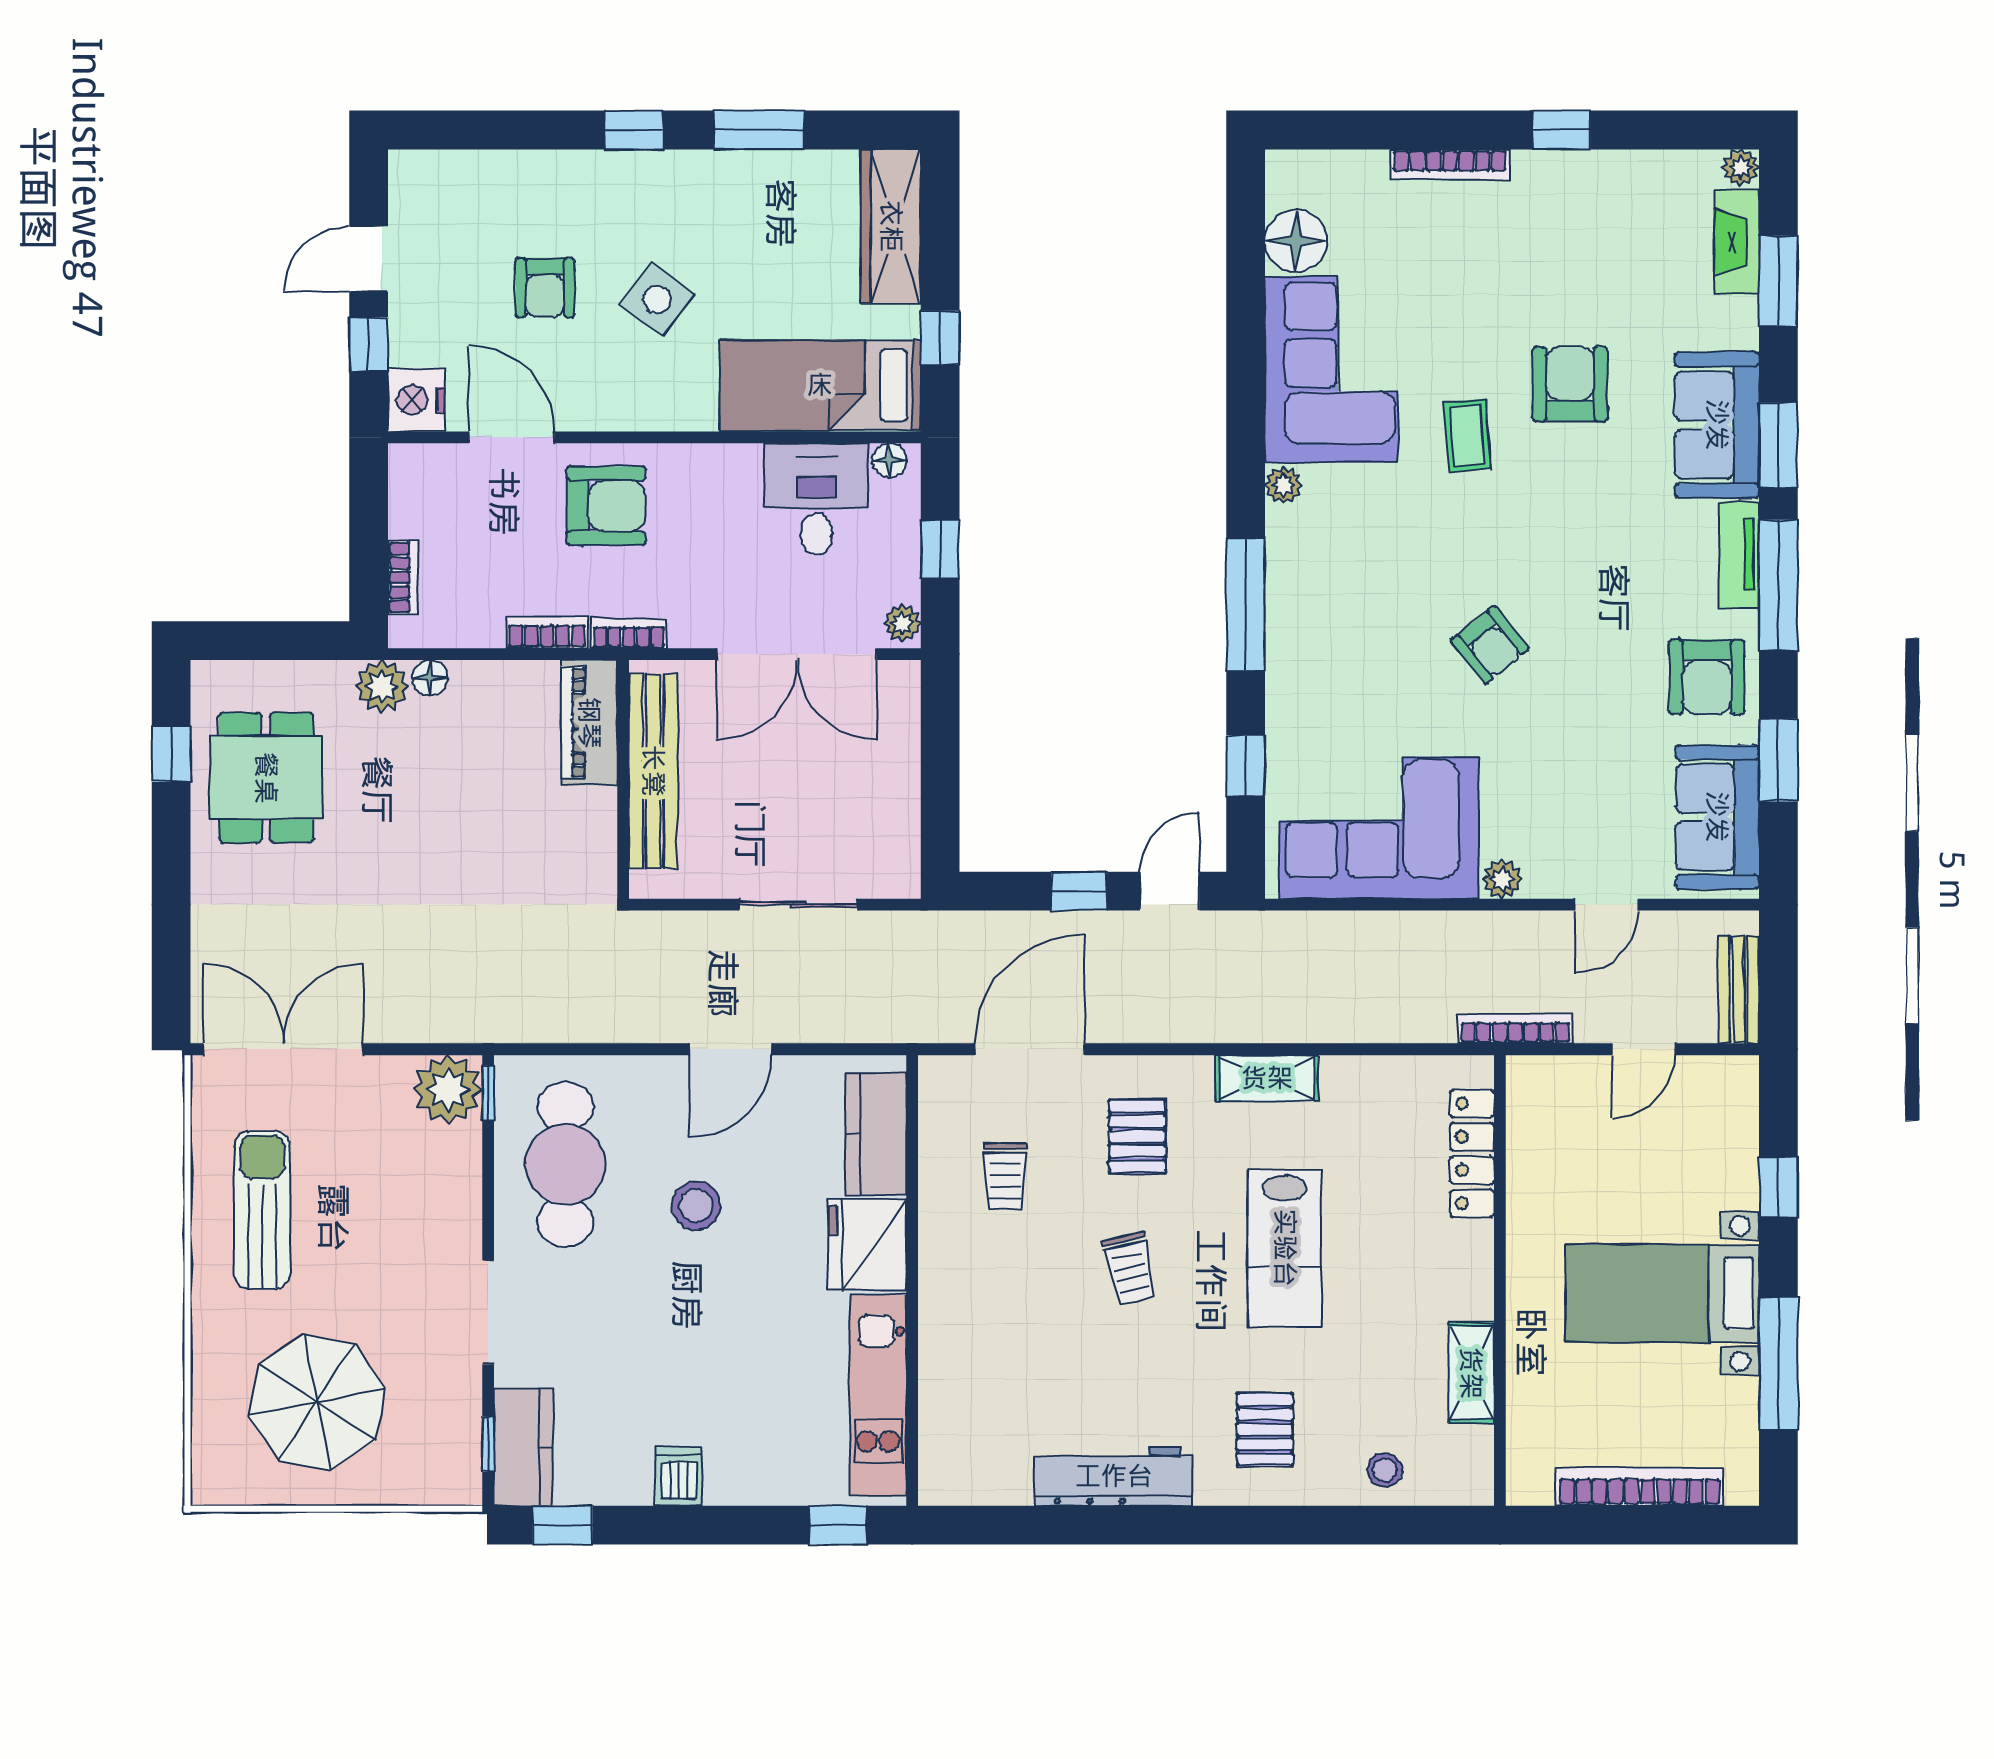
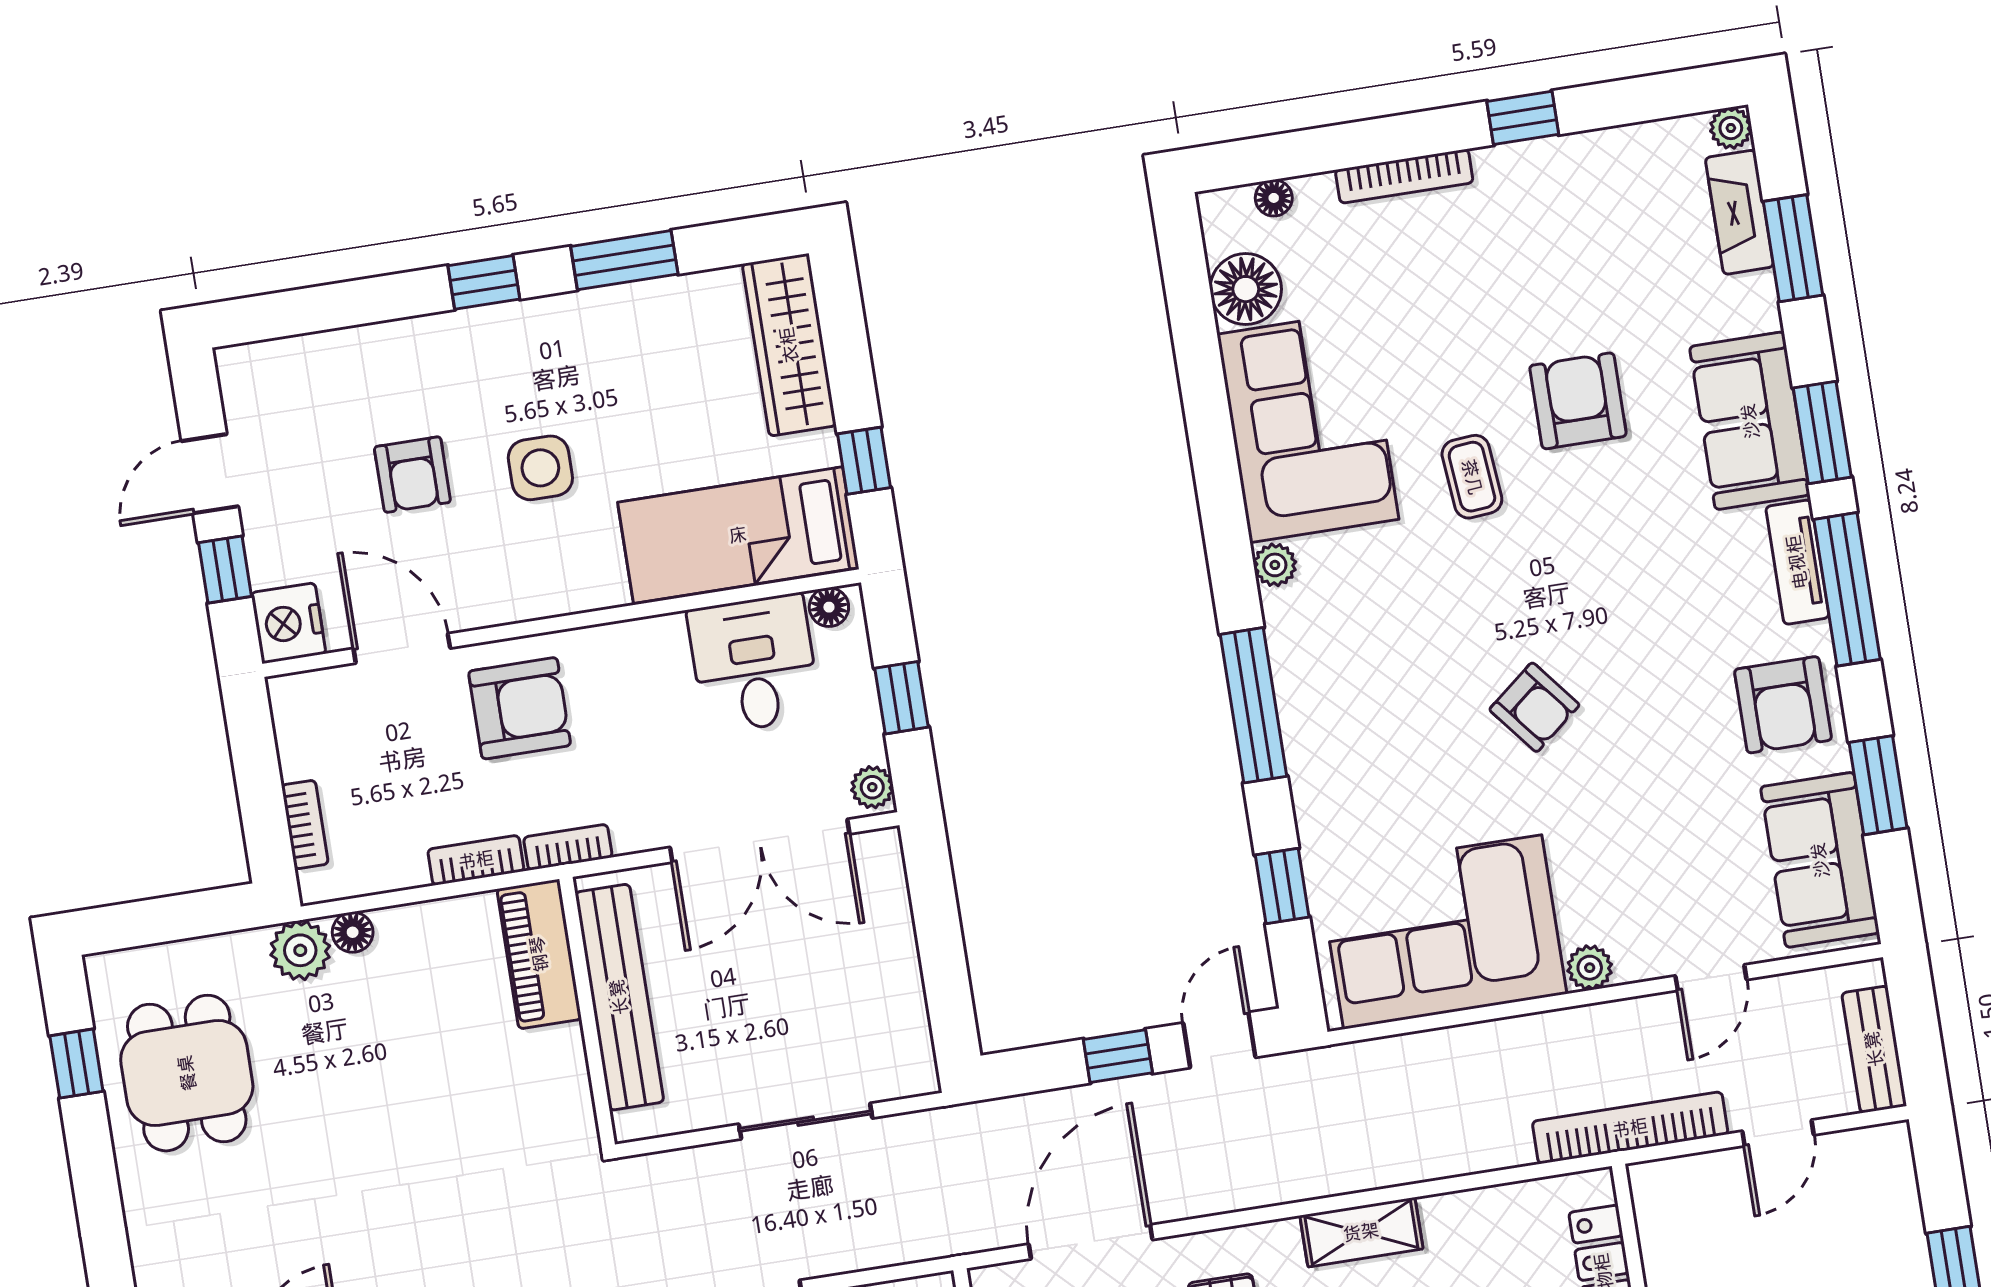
floor lamp: (1333, 165) -> (1274, 198), added
side table: (657, 299) -> (540, 468), turned -36
bookcase: (1515, 1029) -> (1630, 1128), width x1.48, depth x1.31

